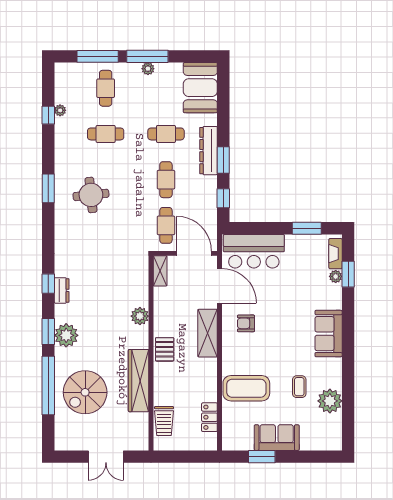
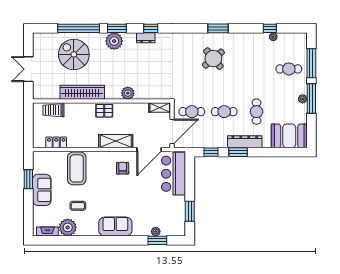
cafe table: (106, 134) -> (257, 69), removed
round table: (91, 195) -> (213, 59), turned -34
fireplace: (335, 254) -> (47, 231), moved

